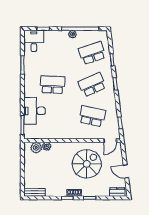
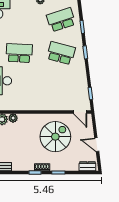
school desk: (92, 85) -> (61, 53), turned 39
school desk: (92, 116) -> (61, 86), removed
door: (110, 141) -> (80, 112), hinge flipped

